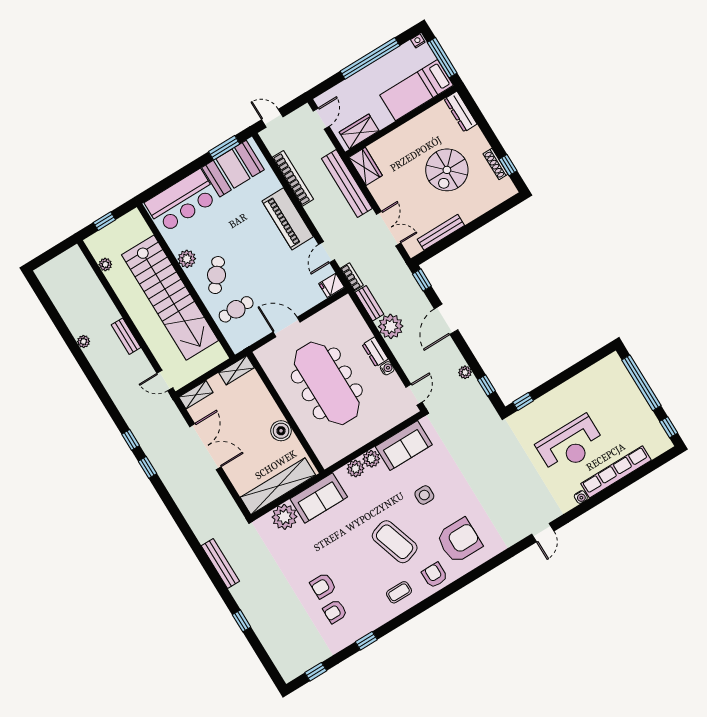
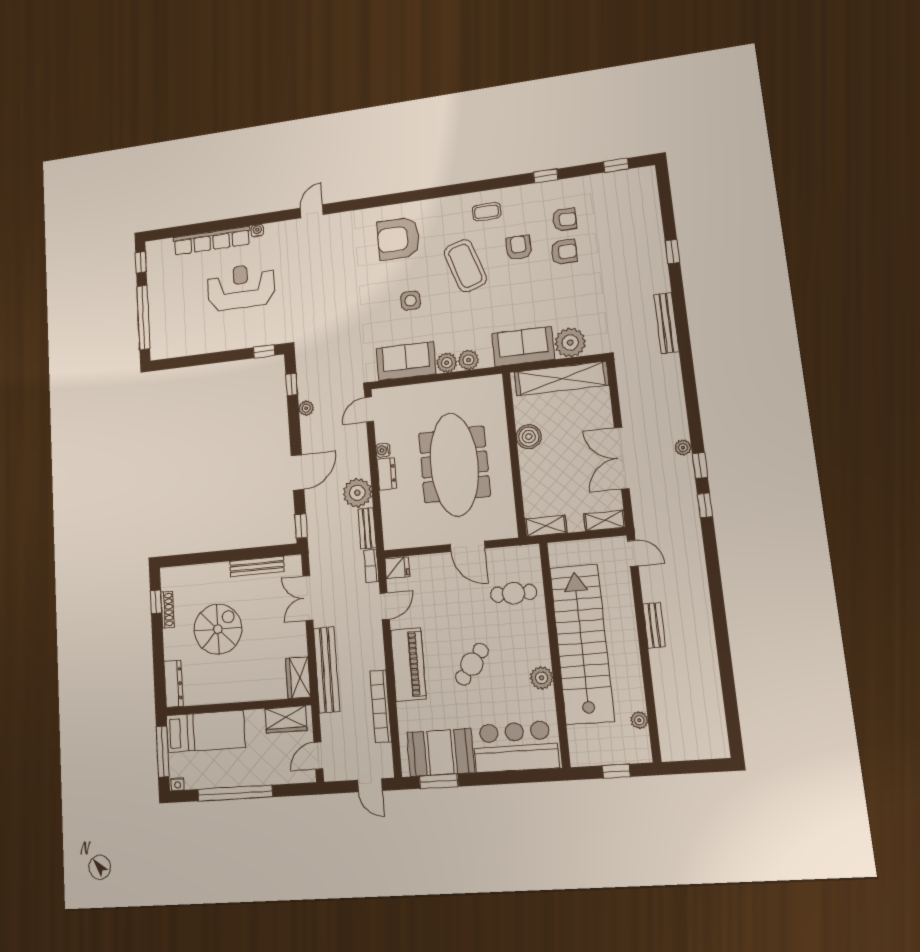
cafe table: (217, 275) -> (472, 664), moved
plant: (84, 341) -> (683, 448), moved
armchair: (435, 575) -> (519, 248), moved, turned 180

